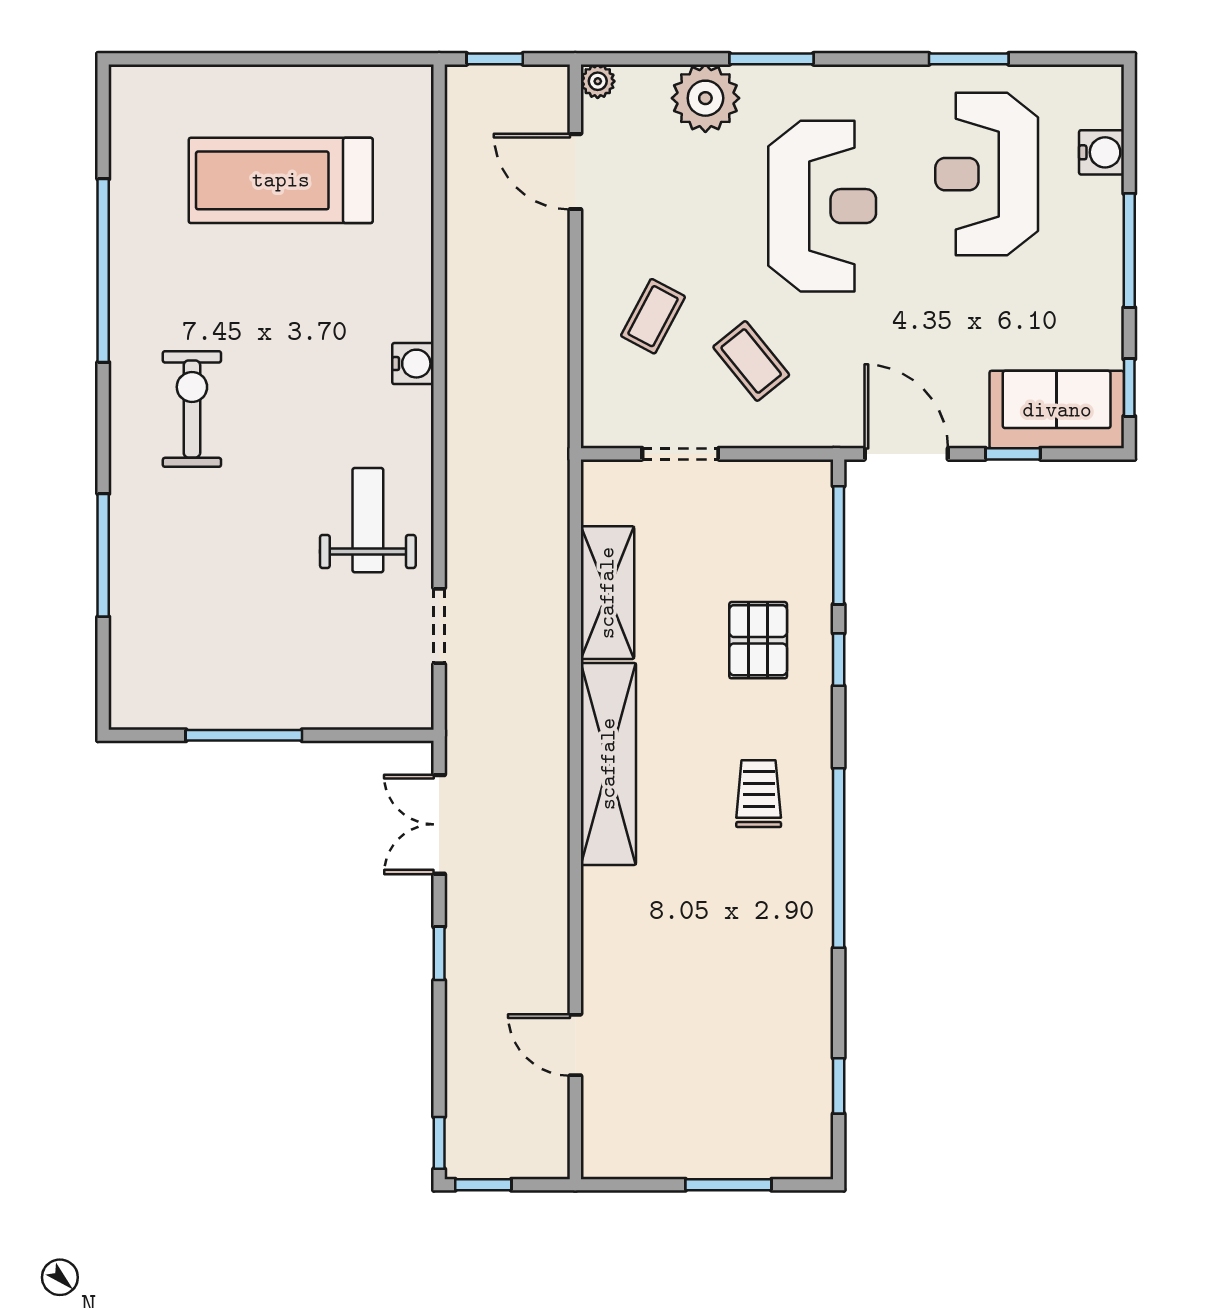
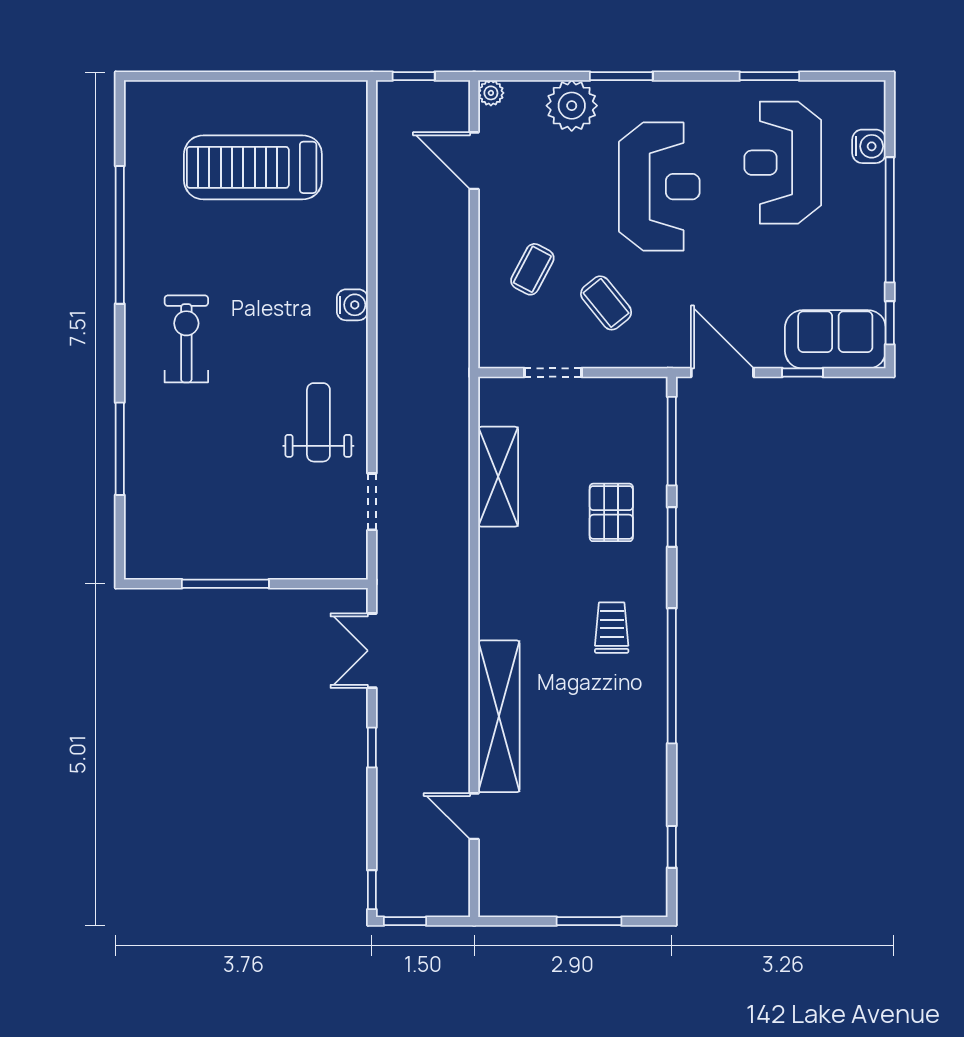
window: (1129, 250) -> (890, 220), width x1.46
shelving: (608, 764) -> (499, 716), moved

